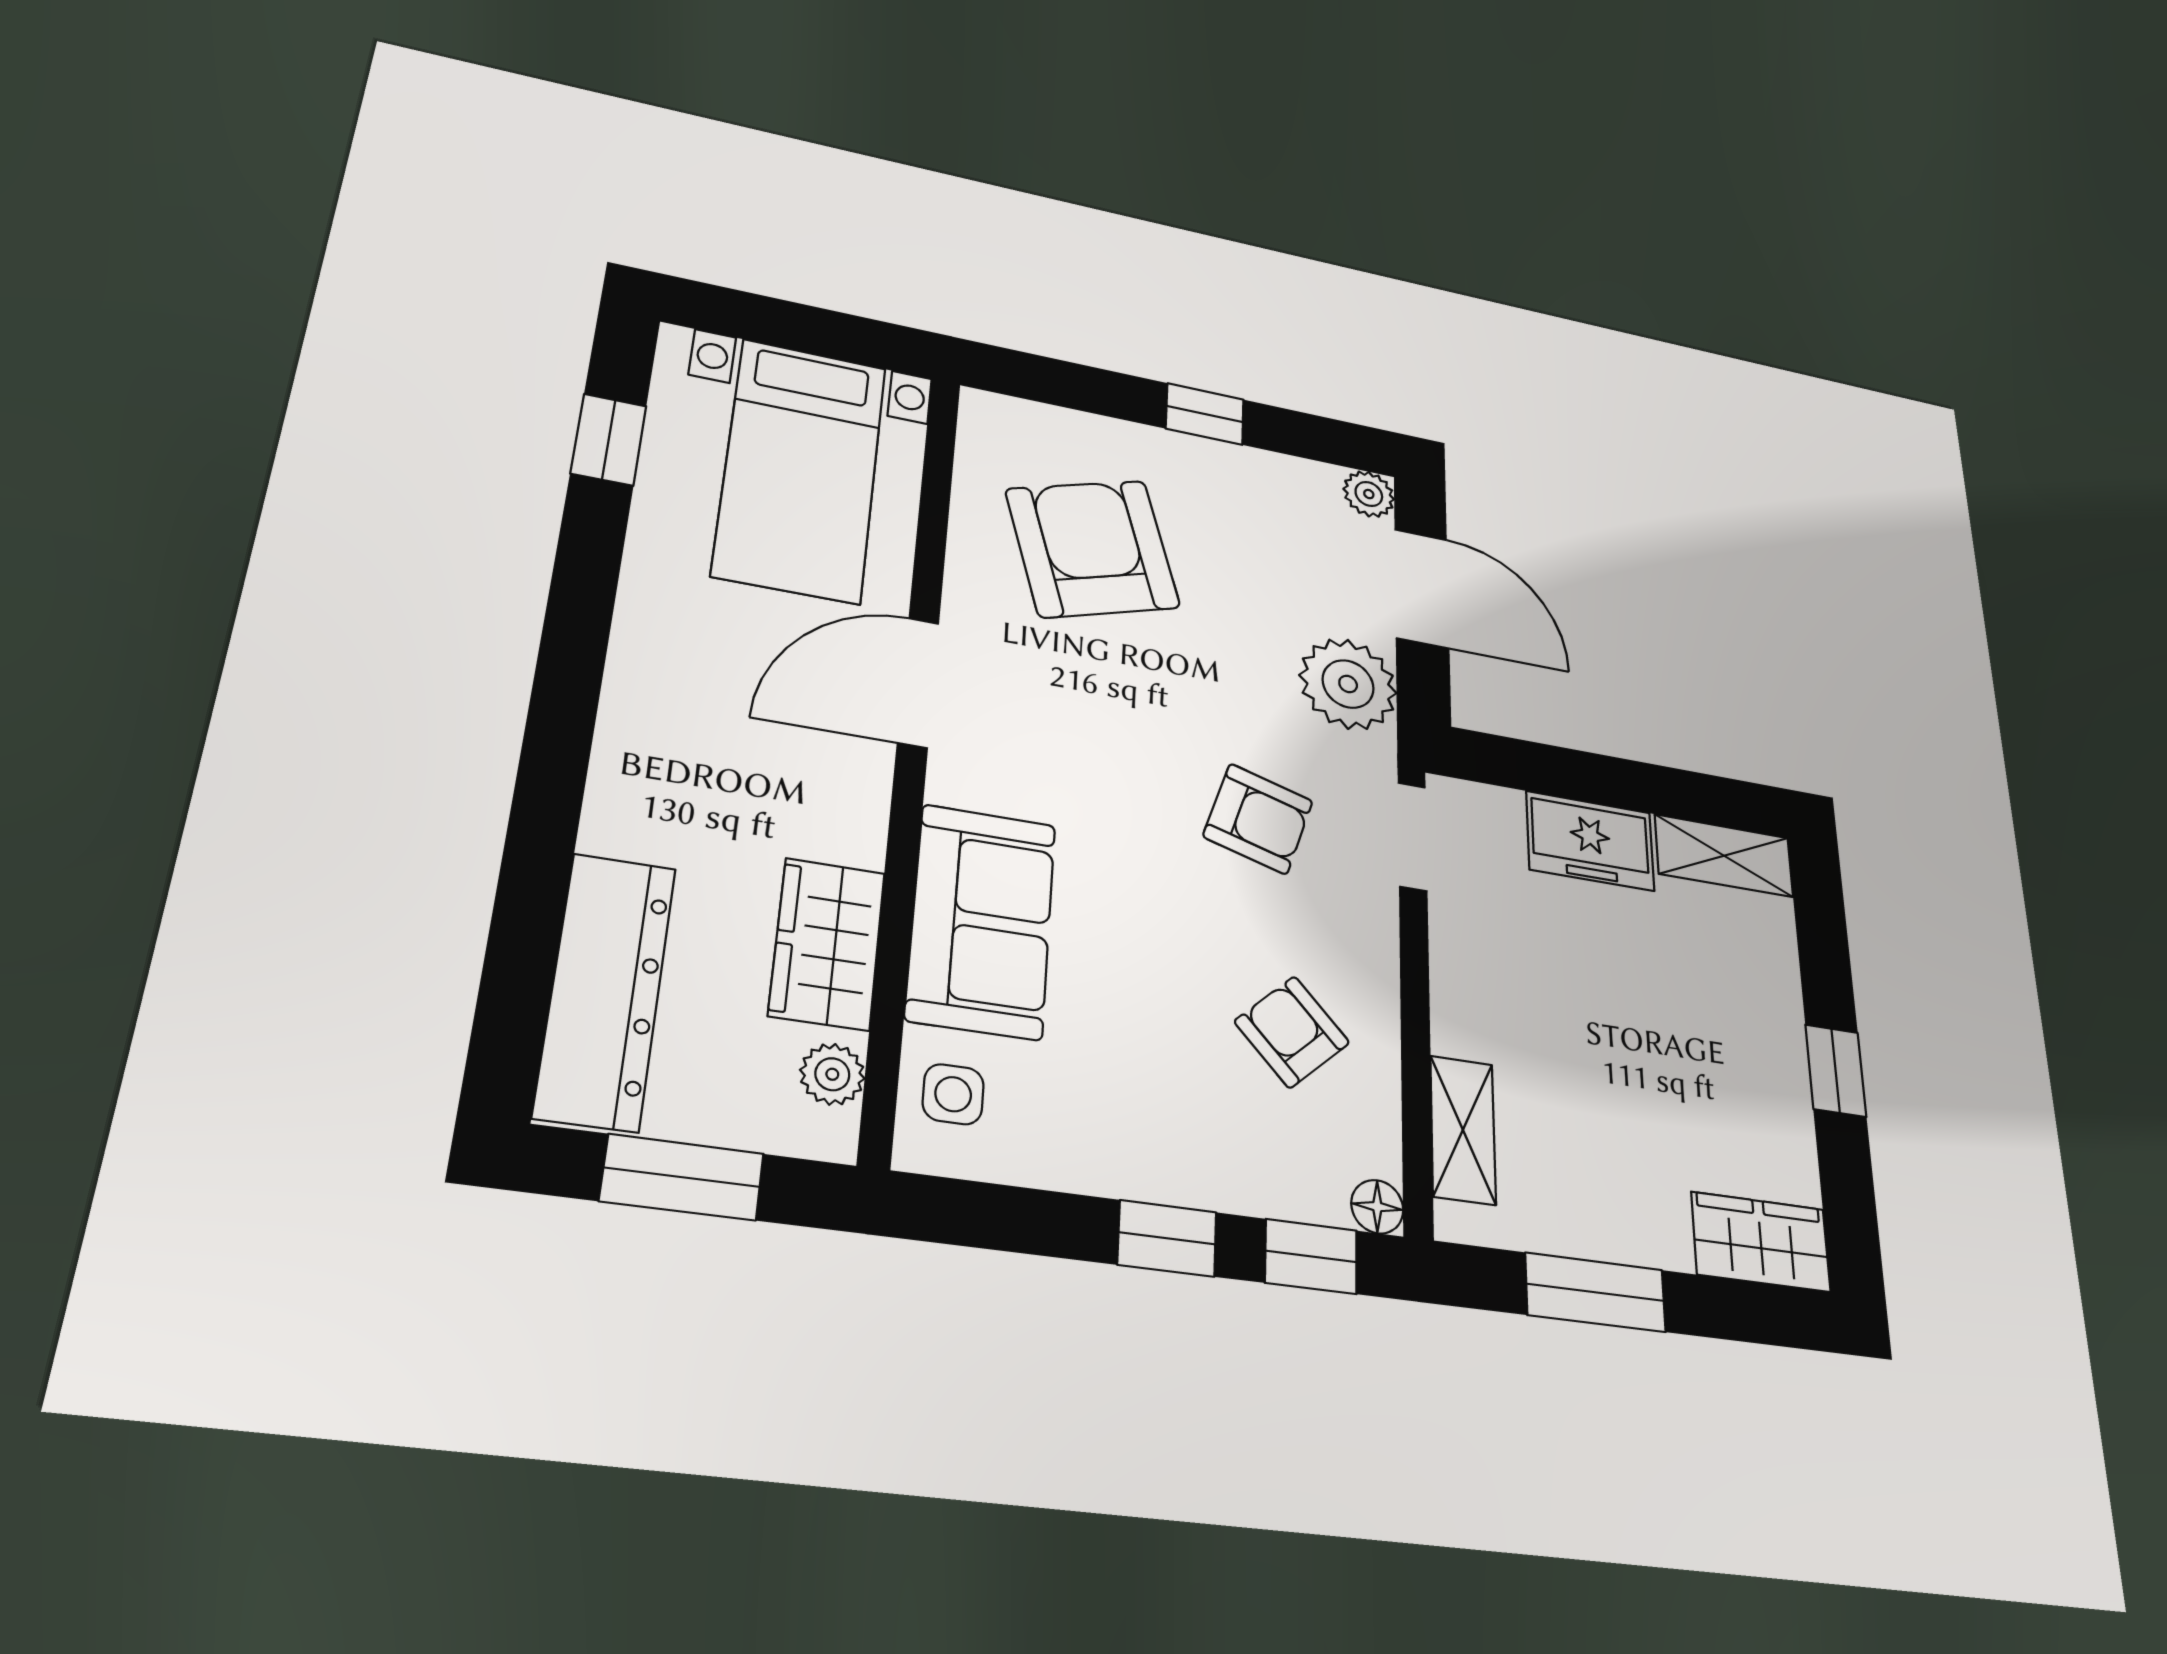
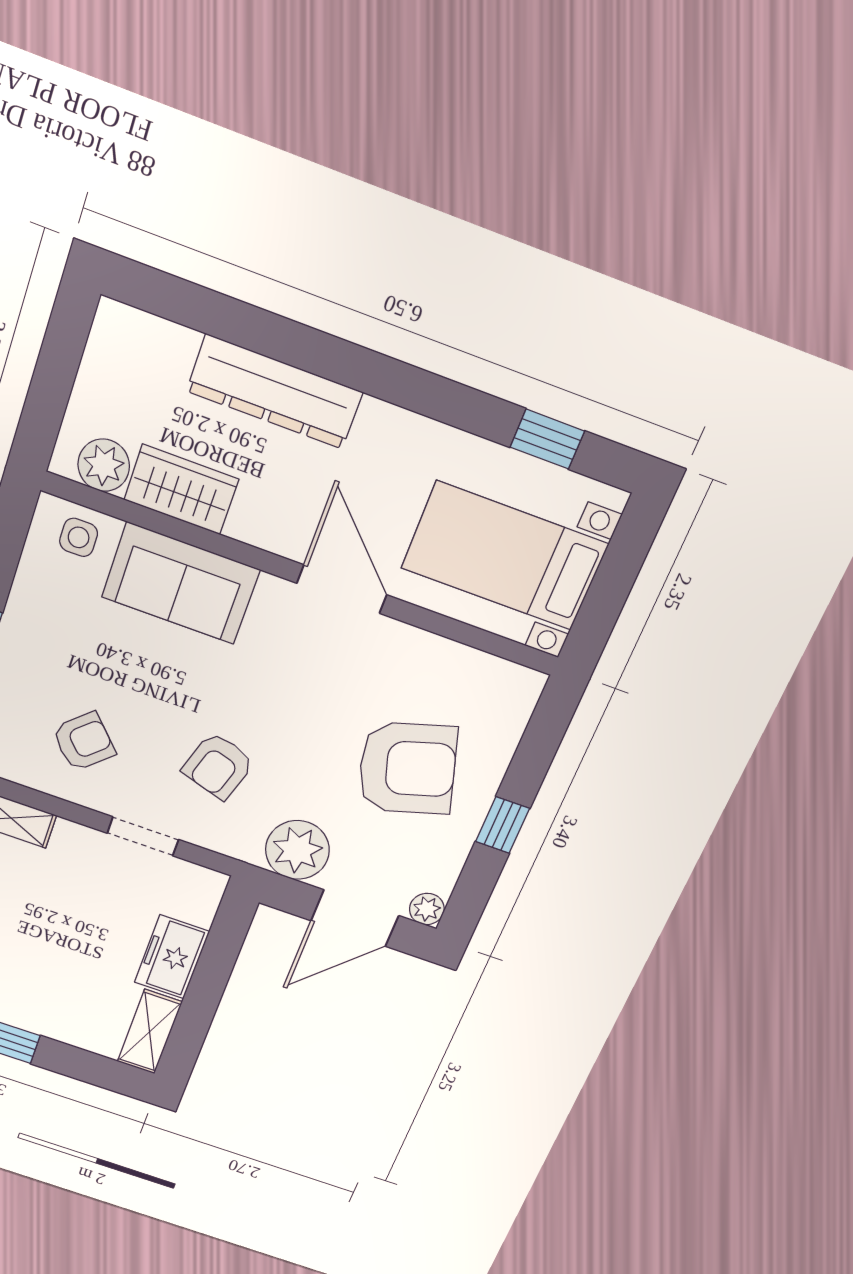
armchair: (1093, 548) -> (407, 768), moved
doorway: (1412, 836) -> (143, 836), moved
dresser: (606, 990) -> (275, 392), moved
plant: (832, 1074) -> (104, 465), width x1.38, depth x1.38
window: (682, 1177) -> (55, 372), removed

